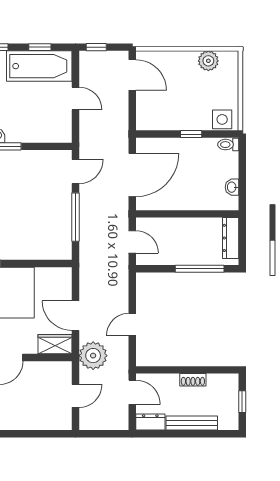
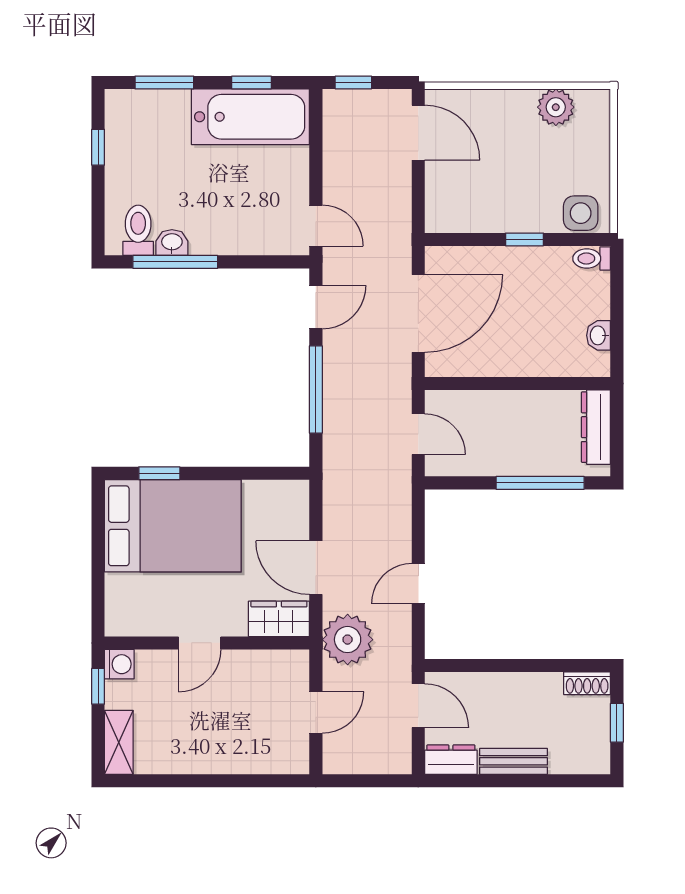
door: (76, 98) -> (316, 226), moved
shoe rack: (193, 380) -> (587, 683), moved
bench: (192, 423) -> (514, 761), width x0.73

